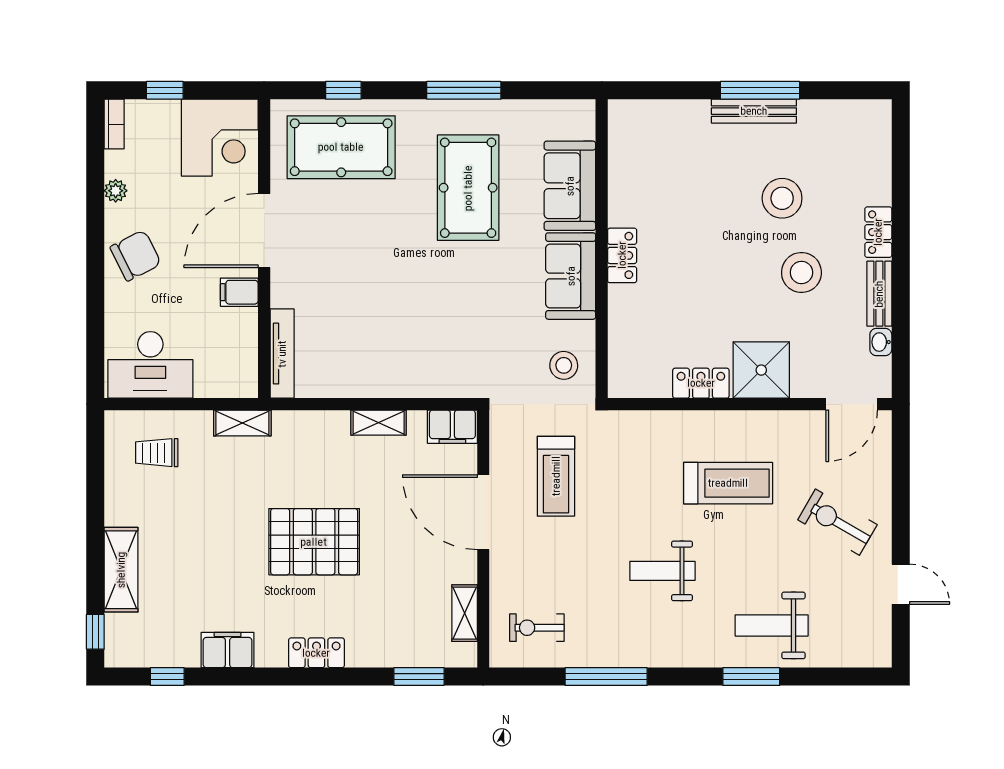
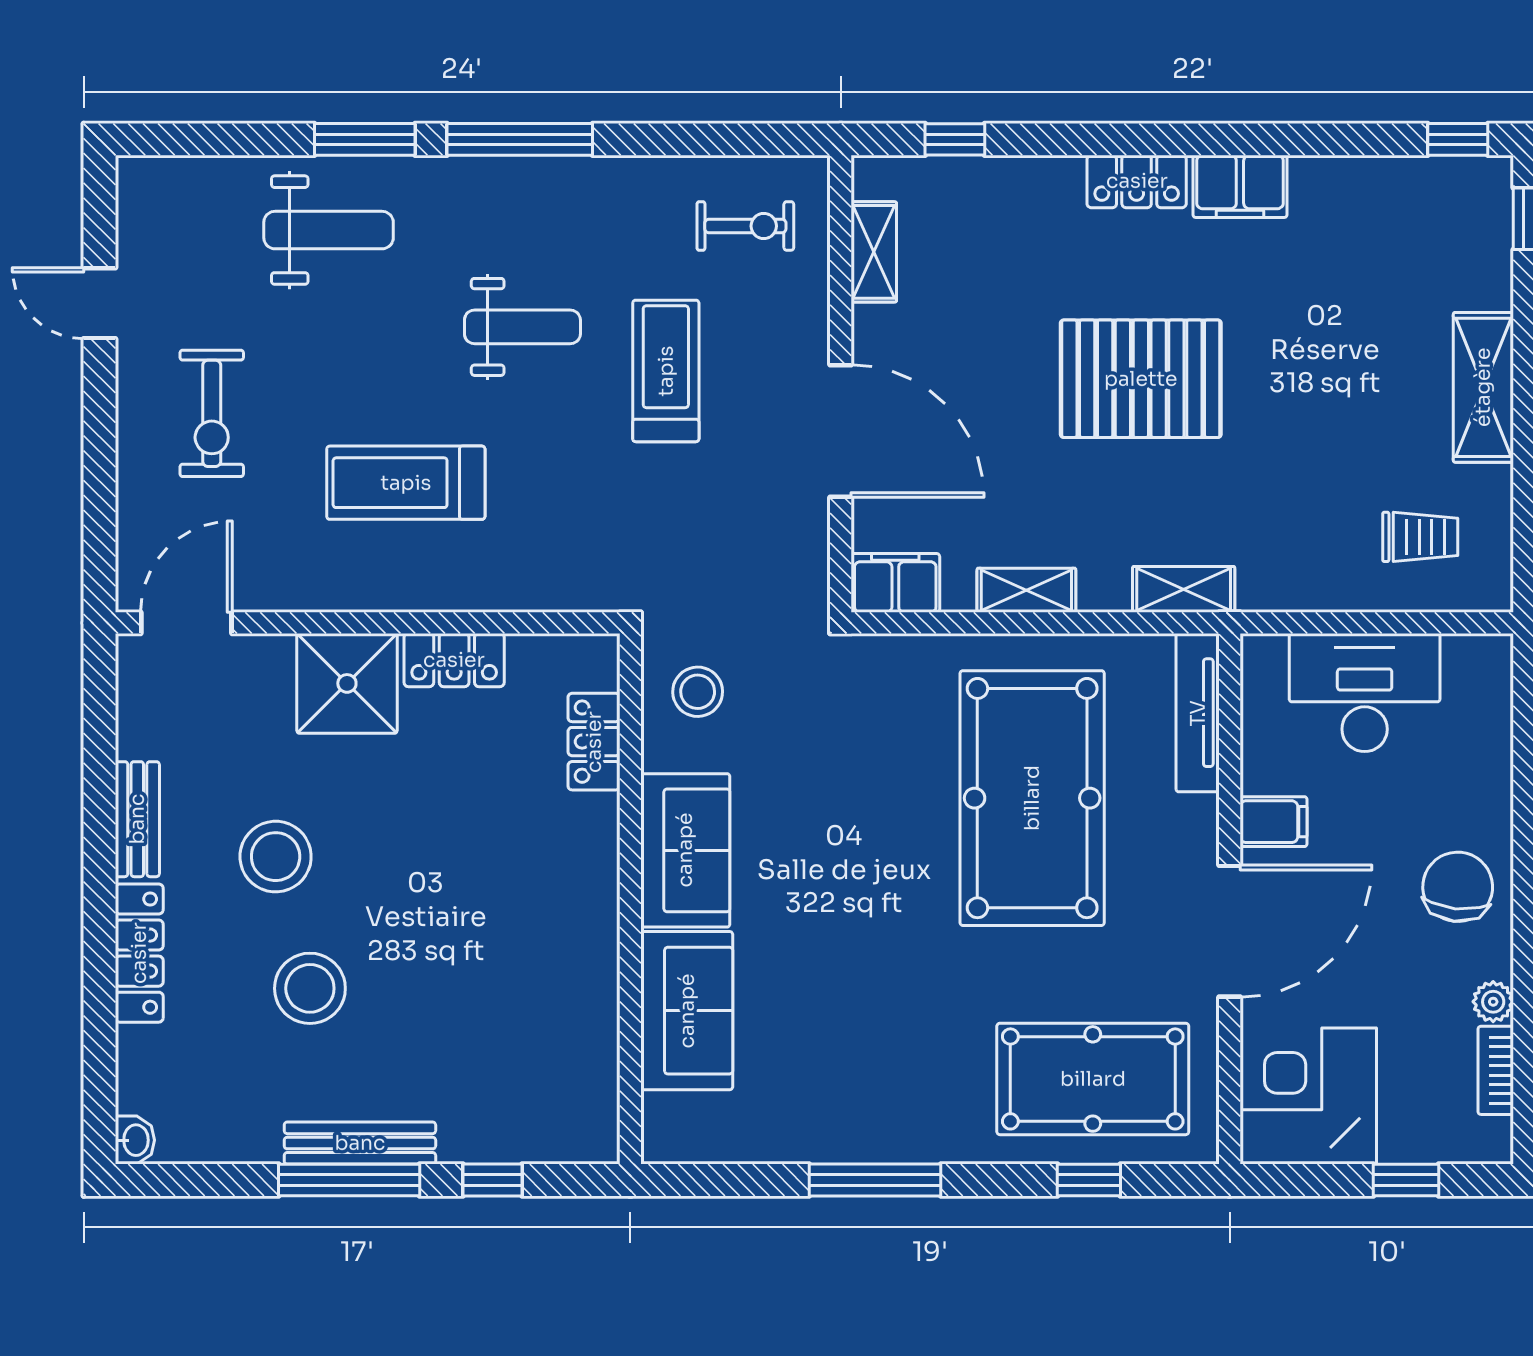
window: (679, 90) -> (492, 1180), added
bookcase: (114, 124) -> (1496, 1070), moved
pool table: (468, 188) -> (1032, 798), moved, width x1.36, depth x1.32
locker: (878, 232) -> (139, 953), width x1.53
chair: (136, 255) -> (1458, 887), turned 123
locker: (622, 255) -> (594, 742), moved
washbasin: (881, 342) -> (135, 1140), moved
desk: (150, 365) -> (1365, 693), moved
shelving: (242, 423) -> (1184, 589), moved
treadmill: (556, 476) -> (666, 371), moved
exercise bike: (837, 522) -> (212, 413), turned 60
shelving: (121, 570) -> (1483, 387), moved
filing cabinet: (228, 650) -> (1240, 186), moved
window: (167, 677) -> (1458, 139), moved
window: (419, 677) -> (955, 139), width x0.67
window: (606, 677) -> (520, 139), moved

